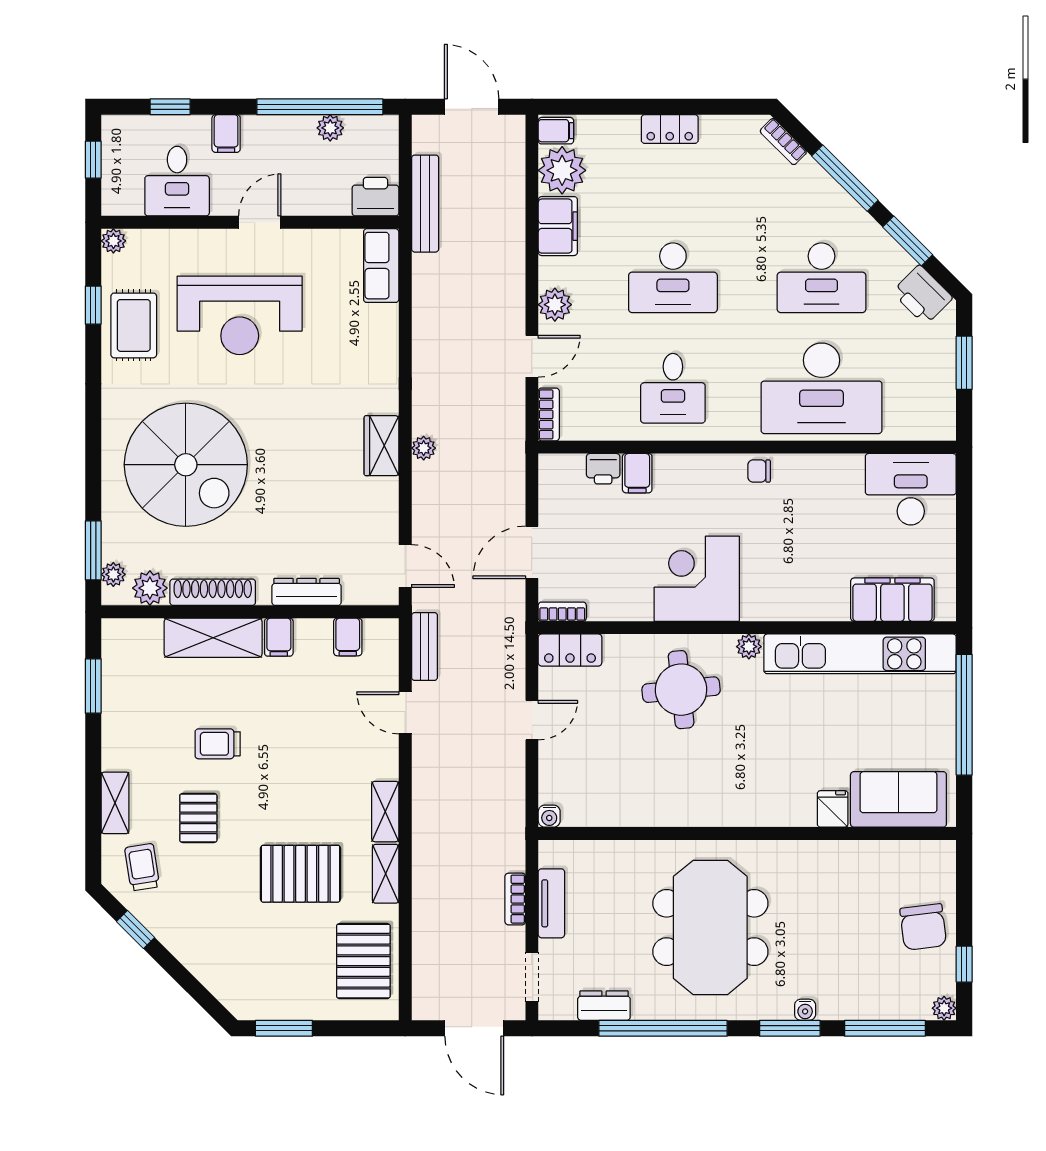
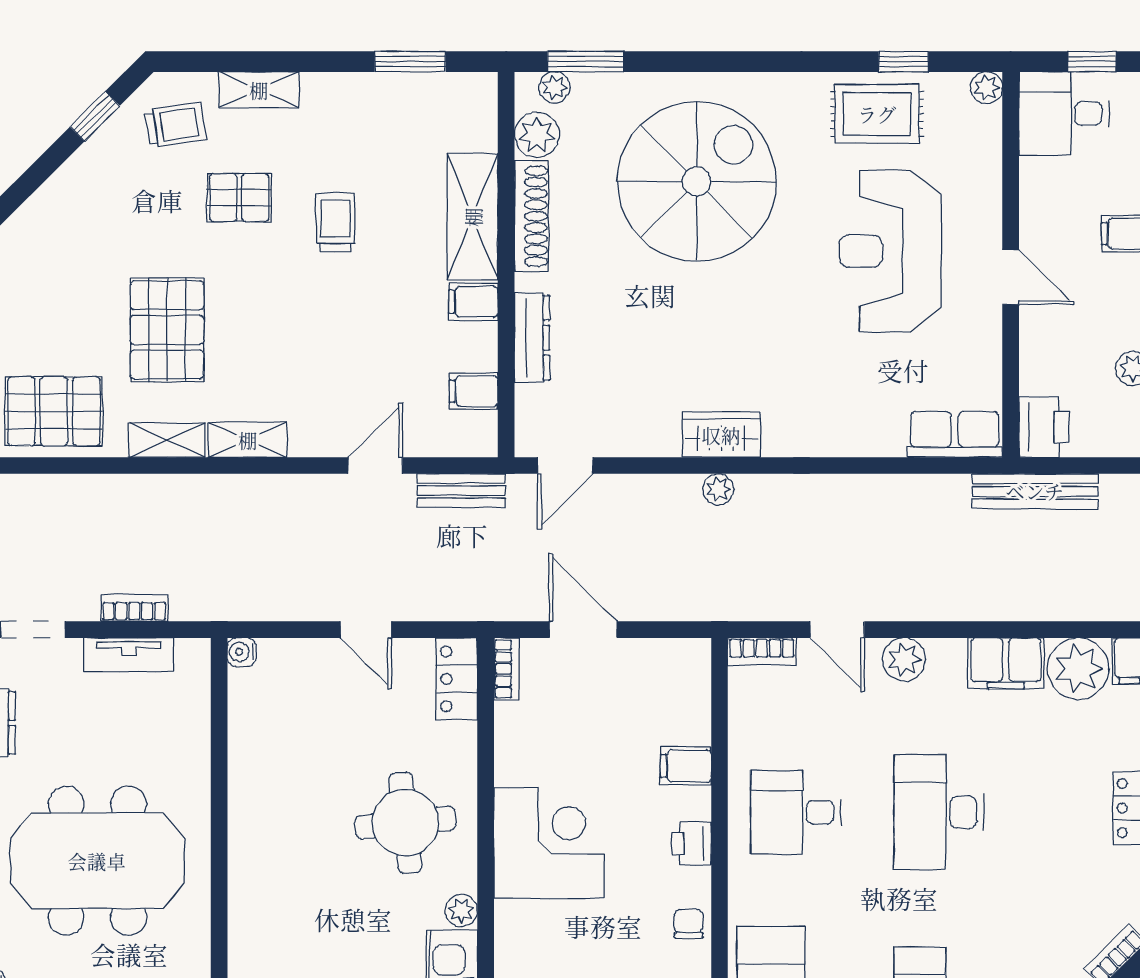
desk: (177, 181) -> (1064, 114), moved
spiral stairs: (186, 465) -> (697, 181), turned 180
printer: (603, 469) -> (692, 844), moved

